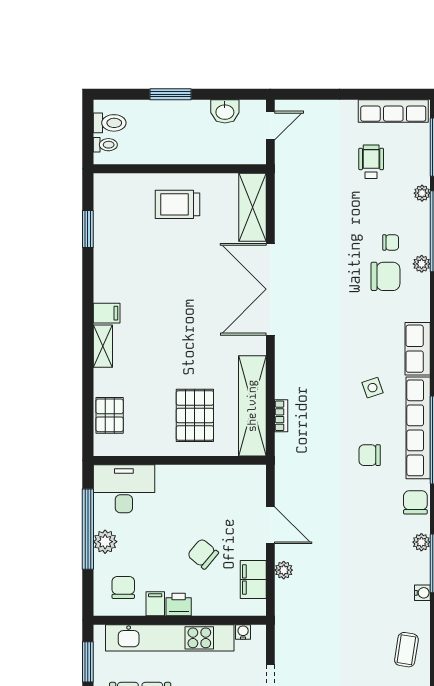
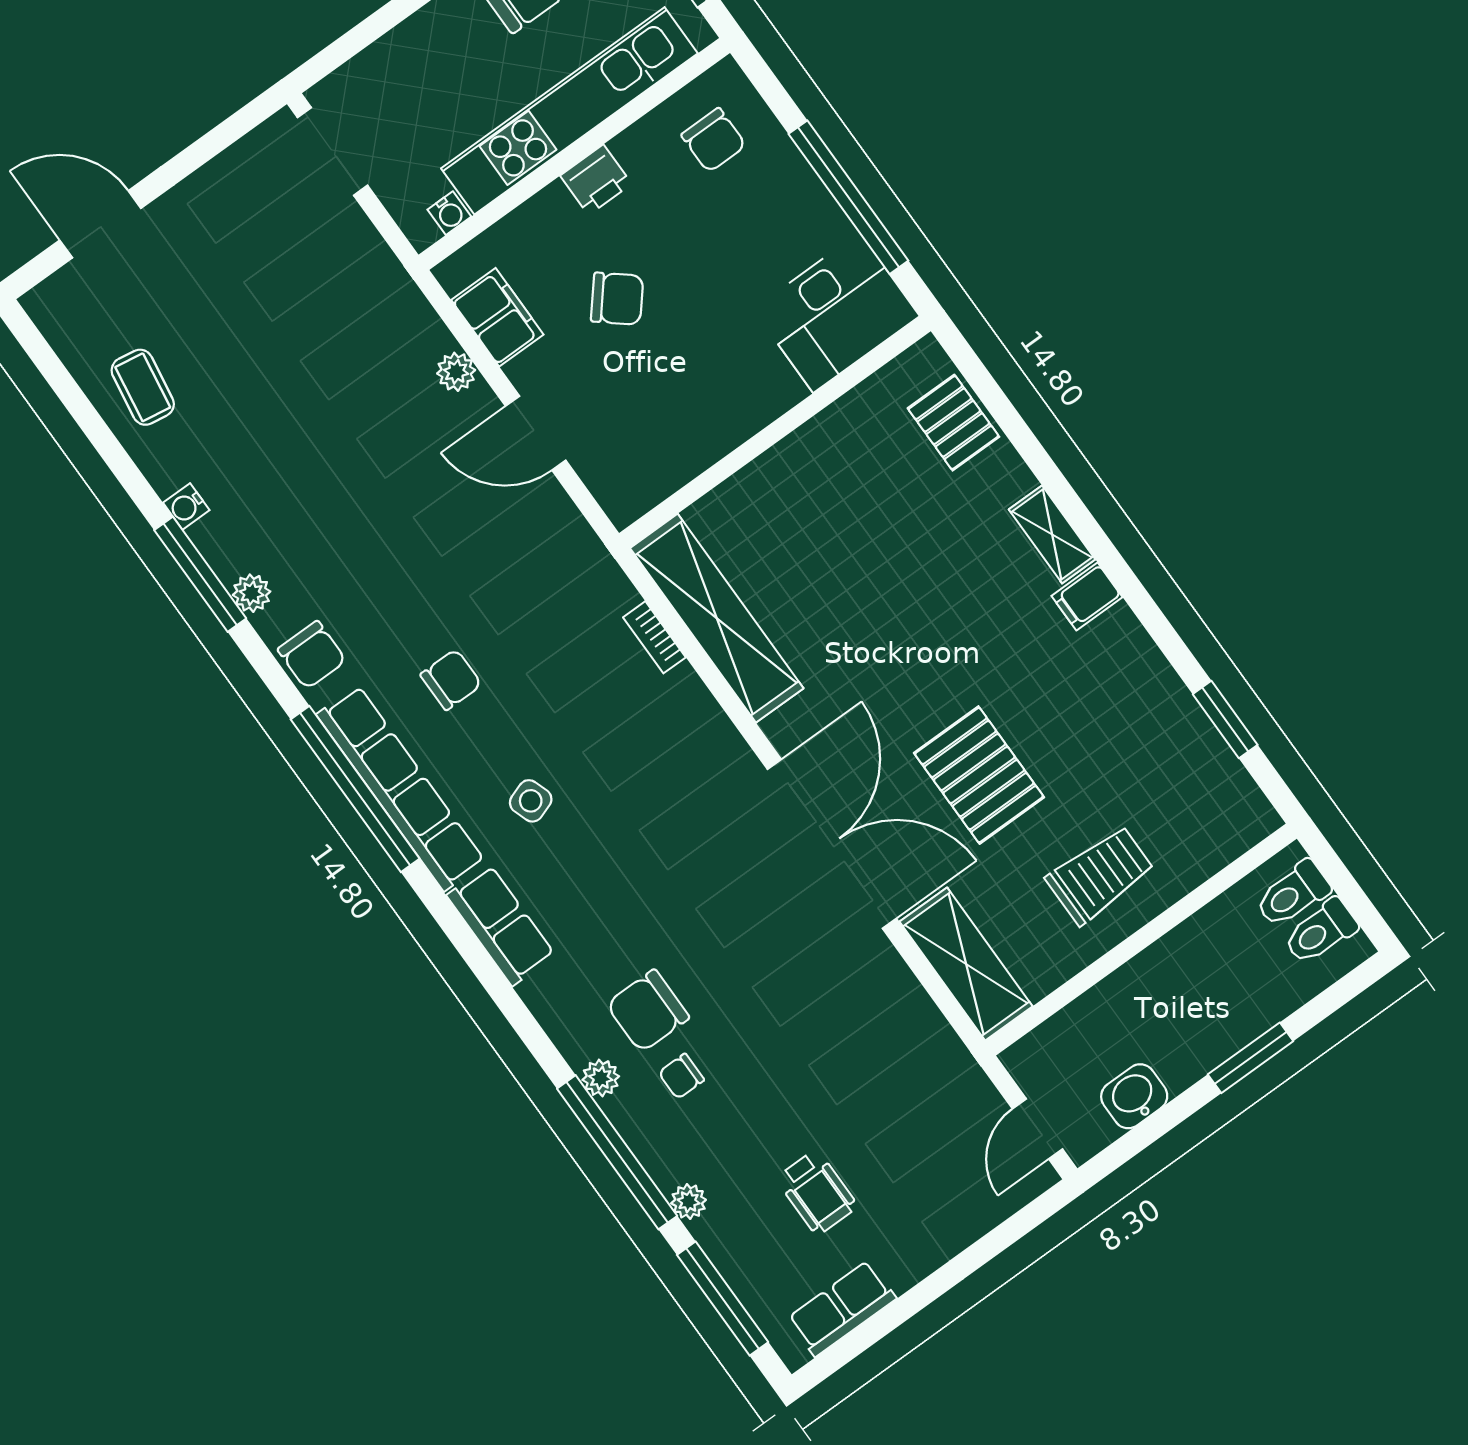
row of seats: (393, 111) -> (842, 1308), width x0.68
toilet: (105, 145) -> (1293, 894), width x1.37, depth x1.39
pallet: (195, 415) -> (979, 775), moved
plant: (105, 542) -> (803, 197), removed
filing cabinet: (155, 604) -> (638, 152), removed

